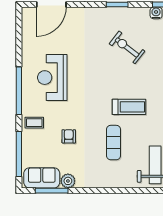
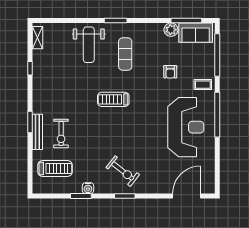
exercise bike: (127, 47) -> (123, 171), moved
reception desk: (52, 78) -> (186, 127), width x1.36, depth x1.30
exercise mat: (113, 143) -> (125, 54), moved
window: (127, 191) -> (116, 20), added

